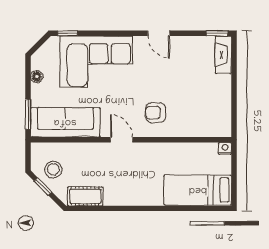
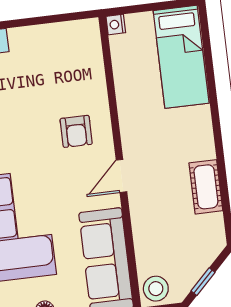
stool: (53, 170) -> (156, 289), moved
cot: (85, 196) -> (206, 187), moved

